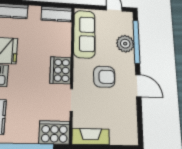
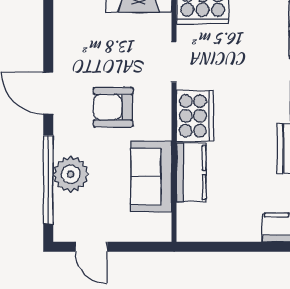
kitchen counter: (57, 14) -> (191, 172), moved, turned 90
sofa: (84, 34) -> (151, 177), width x0.73

